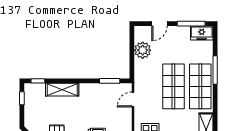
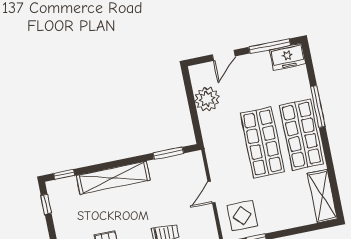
shelving: (62, 90) -> (113, 178), width x1.47
door: (133, 99) -> (211, 192), moved

